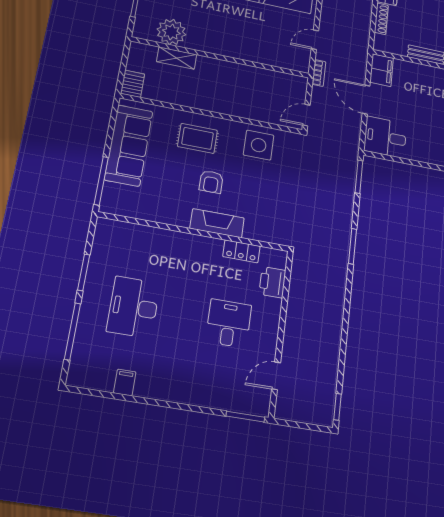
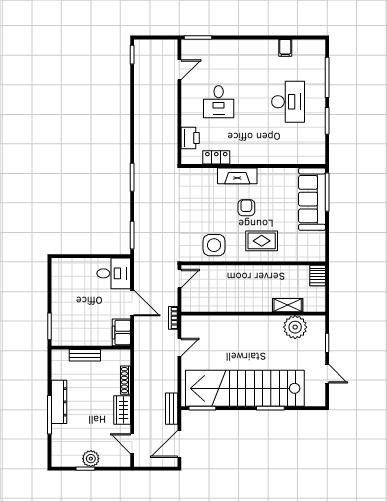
sofa: (129, 145) -> (312, 199), moved

